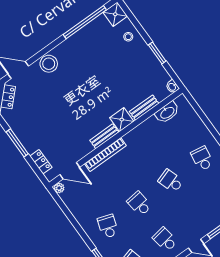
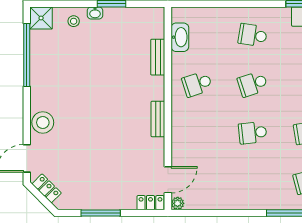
washbasin: (172, 87) -> (95, 13), moved
shower: (122, 120) -> (154, 89), removed
bookcase: (105, 155) -> (177, 131), removed
locker: (41, 162) -> (150, 203), moved
school desk: (108, 226) -> (197, 84), moved, turned -36

